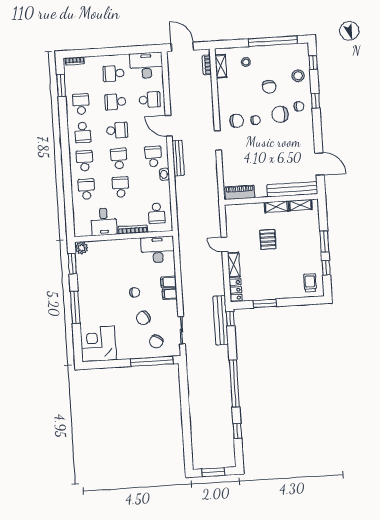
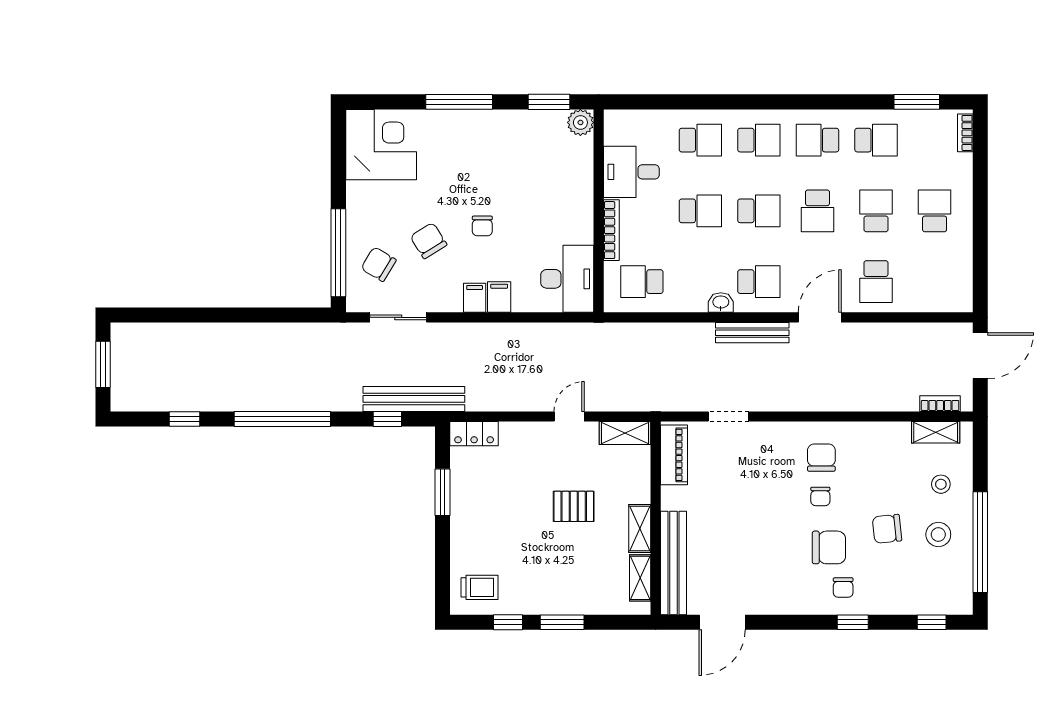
desk: (146, 65) -> (947, 279), removed
stool: (298, 76) -> (938, 534), moved
chair: (280, 114) -> (829, 547), turned 90
chair: (237, 121) -> (821, 458), turned 180
doorway: (218, 140) -> (729, 417), moved
shelving: (234, 265) -> (625, 433), moved
window: (230, 319) -> (387, 419), moved

